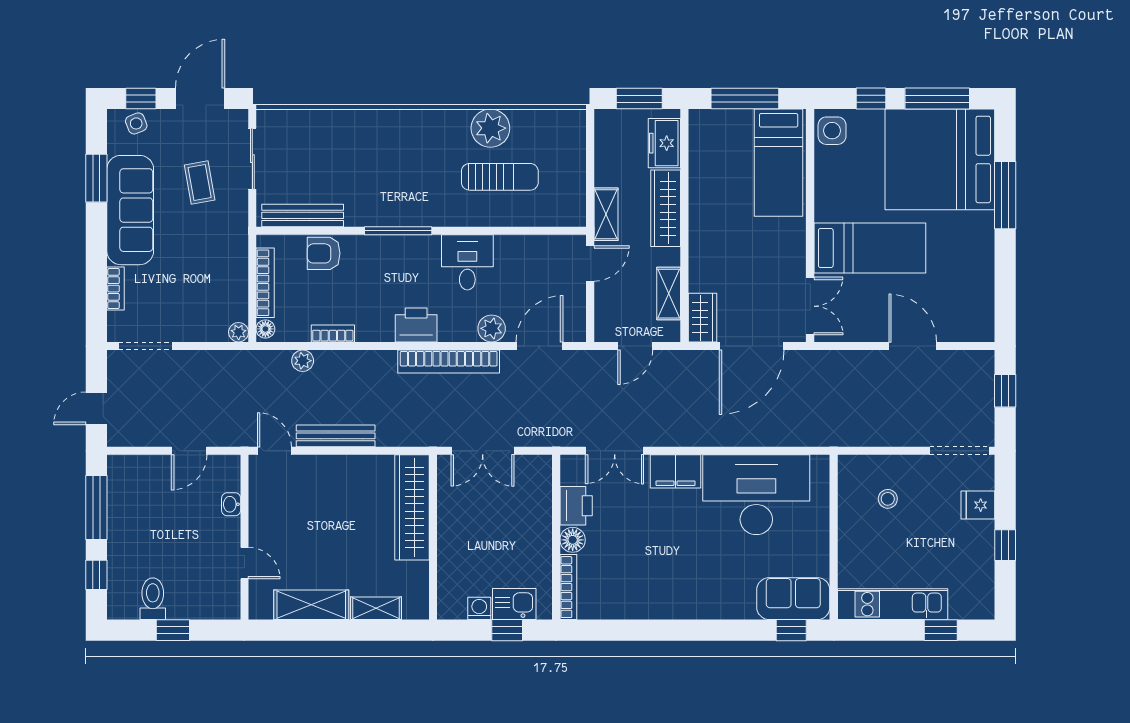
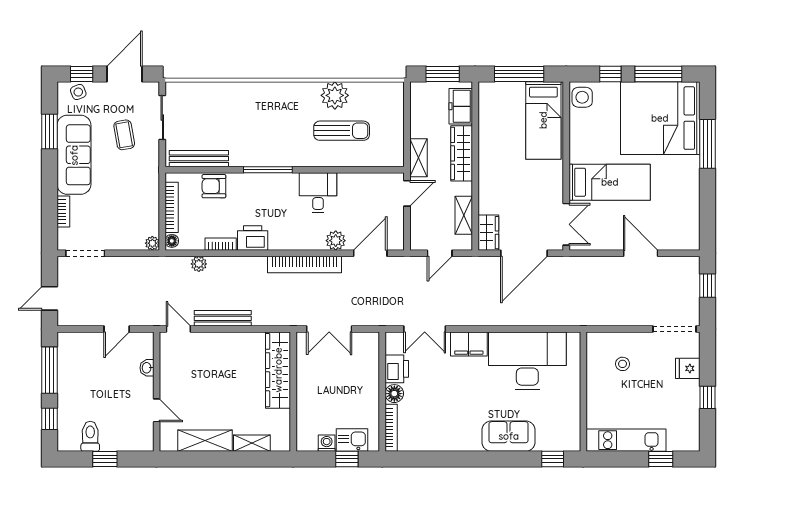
printer: (416, 325) -> (253, 238), moved
sofa: (793, 599) -> (509, 436), moved

